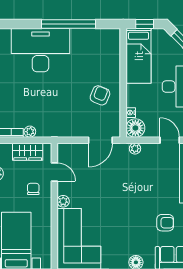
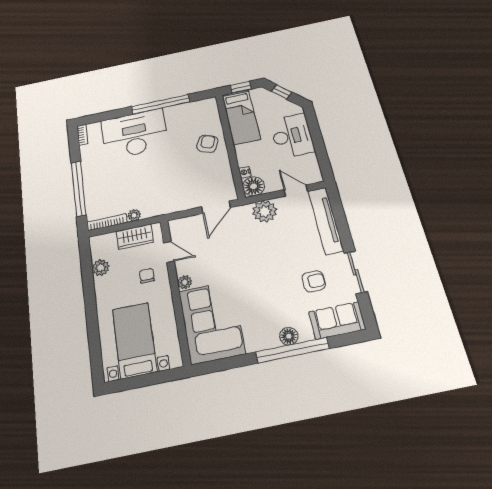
armchair: (100, 95) -> (207, 144), moved
plant: (135, 149) -> (265, 211), width x1.88, depth x1.88

